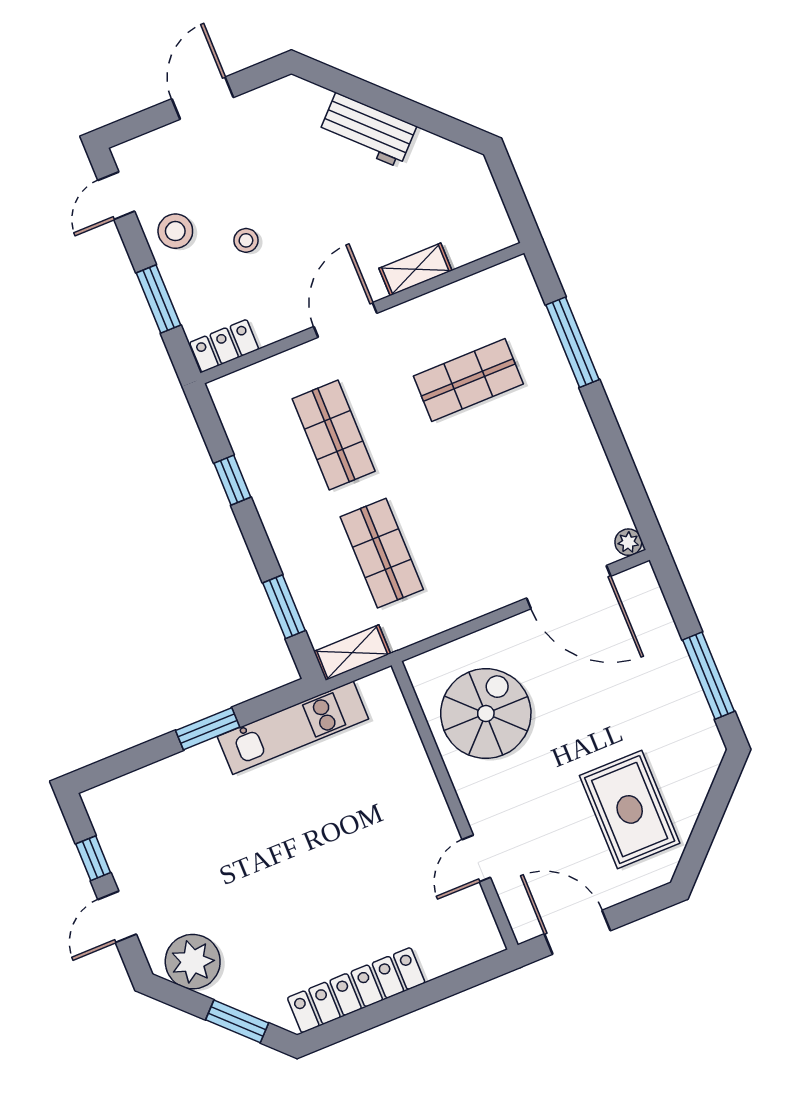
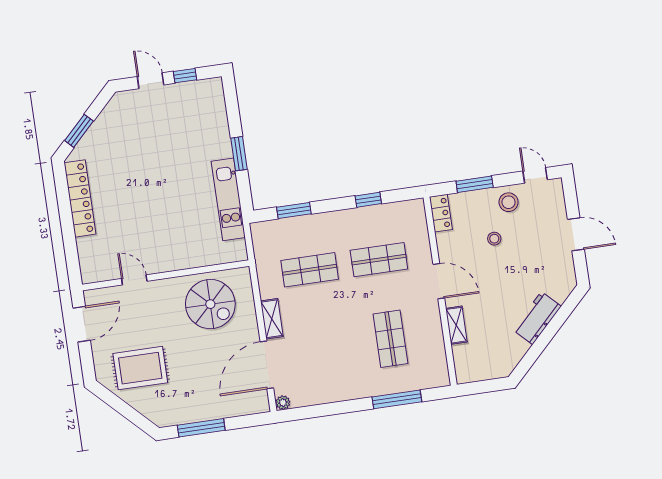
shelving: (352, 653) -> (272, 319), moved
plant: (193, 962) -> (117, 115), removed

